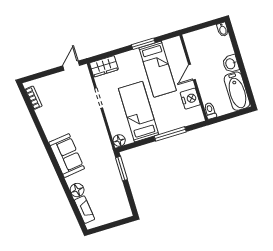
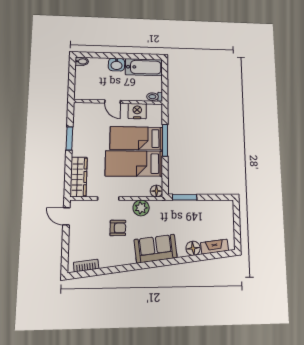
wardrobe: (104, 66) -> (79, 177), width x1.50
bed: (158, 69) -> (136, 138), moved, turned 180
armchair: (75, 115) -> (118, 228), added
plant: (99, 131) -> (141, 208), added

